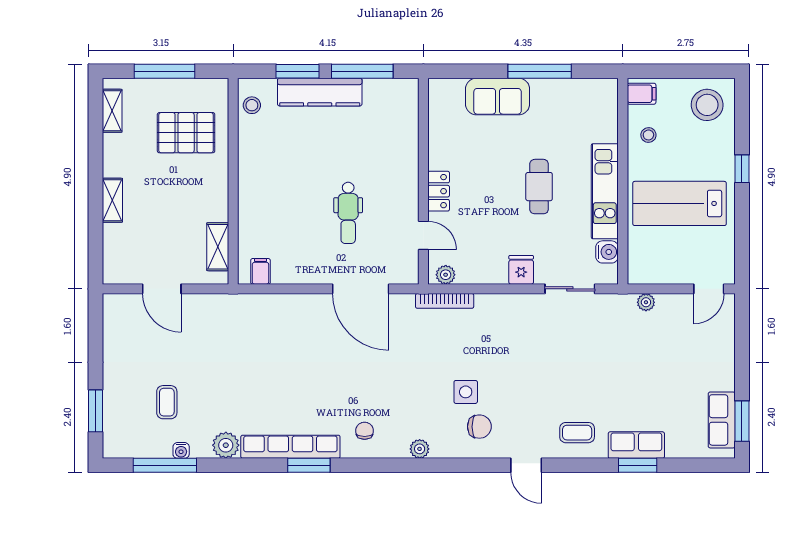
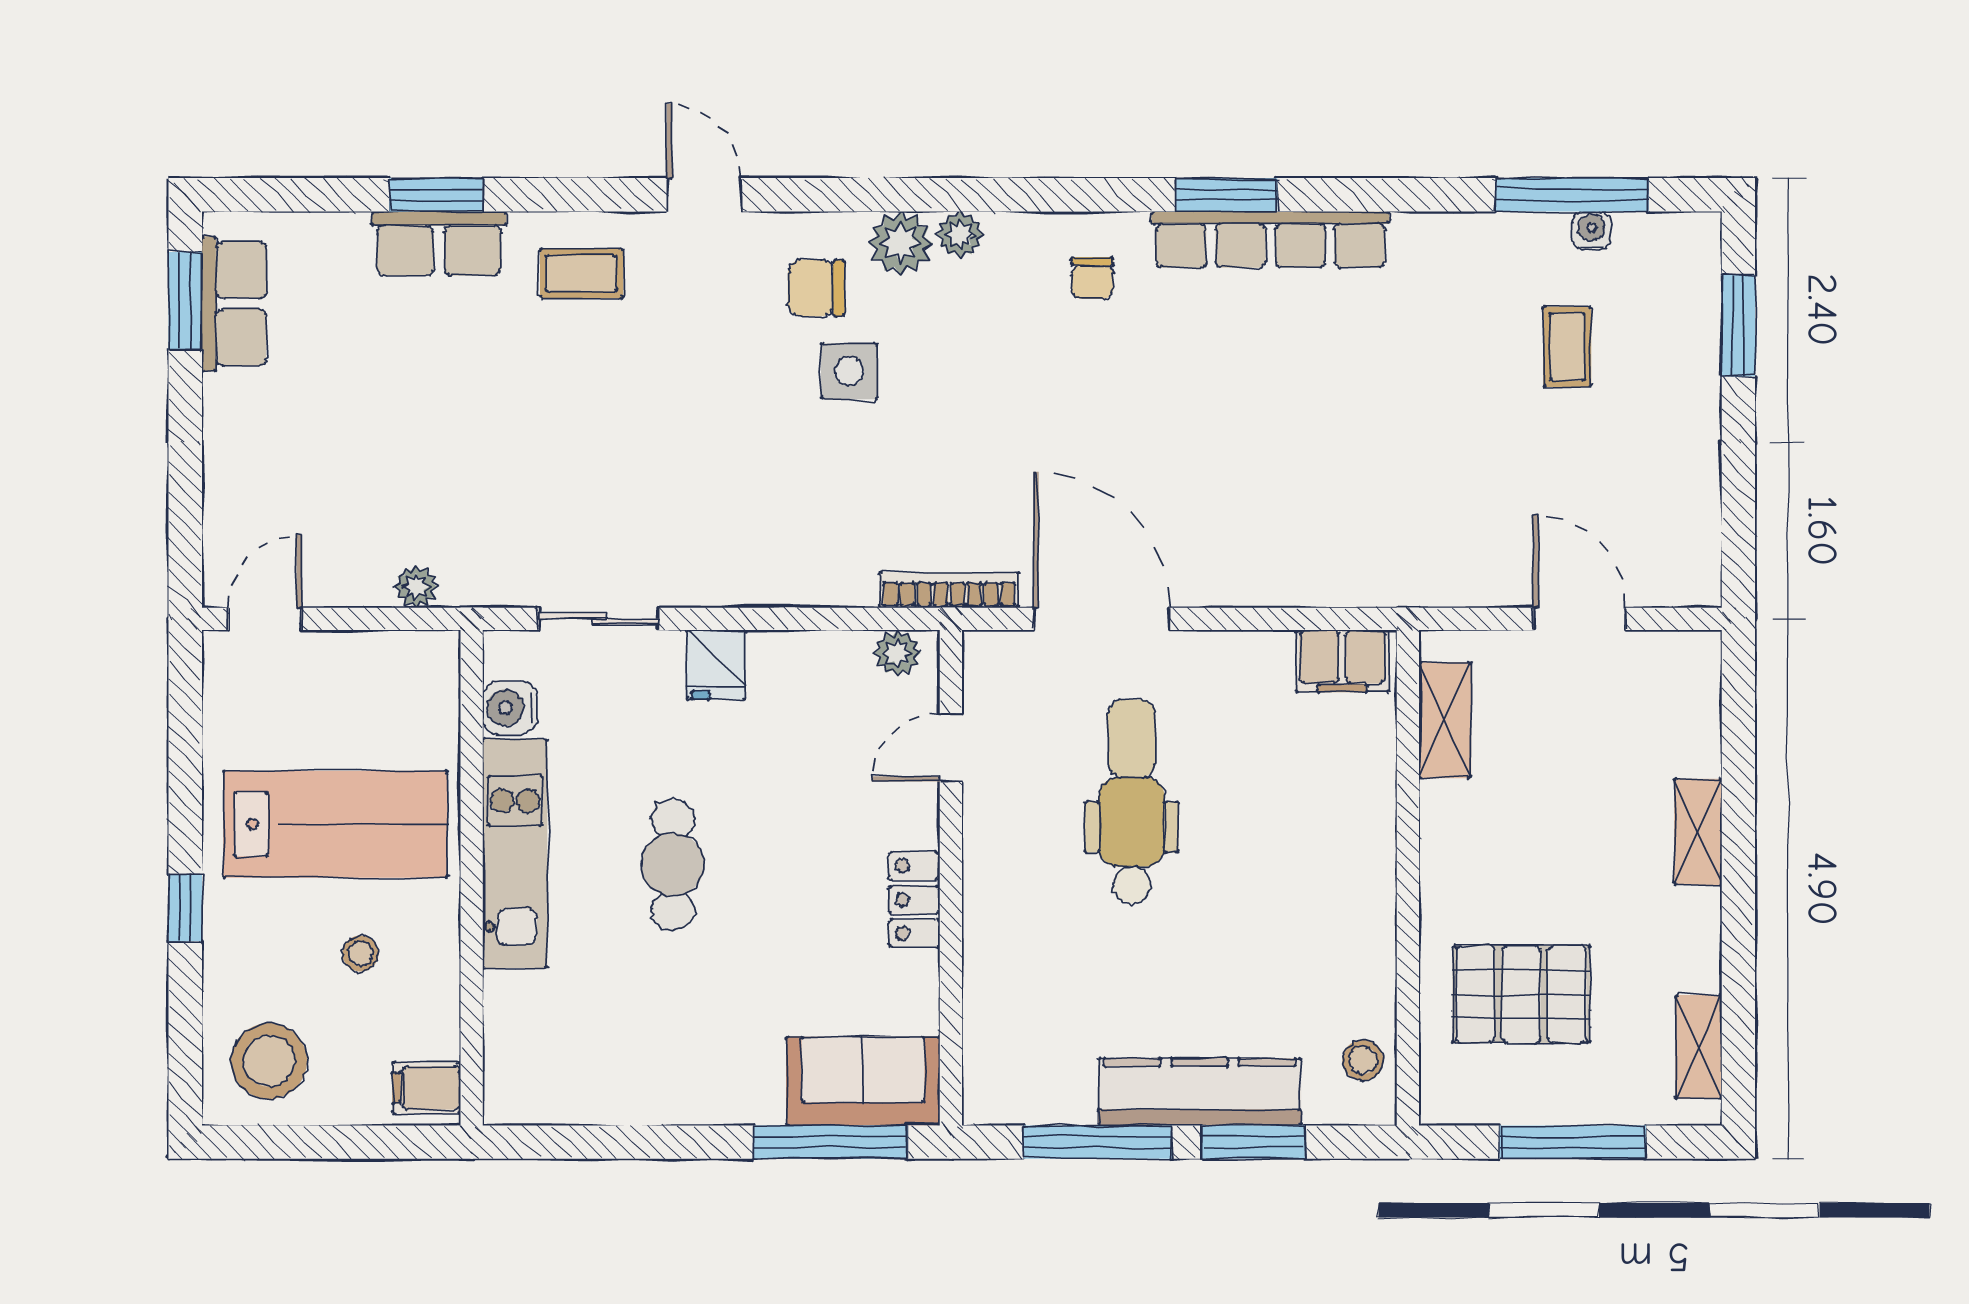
window: (540, 71) -> (831, 1142), moved
sofa: (498, 97) -> (863, 1081), moved
stool: (648, 135) -> (360, 954), moved
locker: (439, 191) -> (914, 900), moved
dental chair: (348, 213) -> (1132, 802), width x1.36, depth x1.38
door: (423, 235) -> (951, 747), hinge flipped
filing cabinet: (260, 271) -> (1342, 661), width x2.00
bookcase: (445, 301) -> (949, 590), moved
plant: (226, 445) -> (901, 243), moved
water cooler: (181, 450) -> (1592, 231), moved

